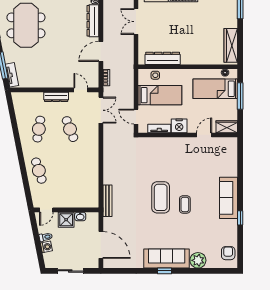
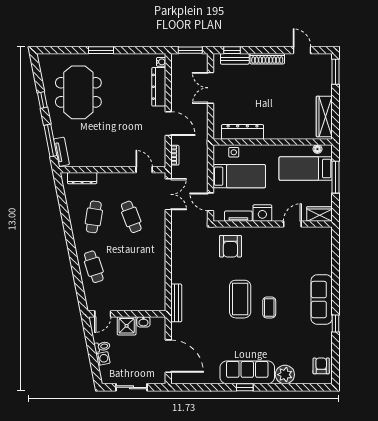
door: (101, 51) -> (168, 124), swing flipped
dresser: (56, 97) -> (82, 178), moved
armchair: (153, 153) -> (230, 246), added

